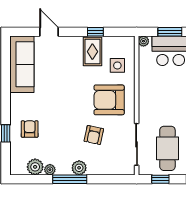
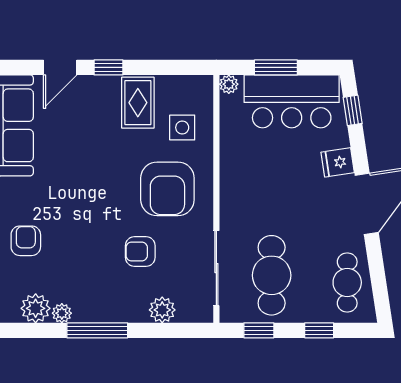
door: (49, 32) -> (60, 67), swing flipped
window: (95, 32) -> (108, 67), moved
armchair: (109, 100) -> (167, 189), turned -90
armchair: (94, 135) -> (140, 252), turned 78
plant: (79, 168) -> (162, 310), moved

